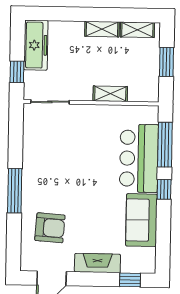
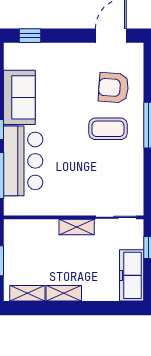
shelving: (110, 94) -> (77, 227), moved
coffee table: (56, 188) -> (108, 129), added
fireplace: (97, 263) -> (64, 52), removed

